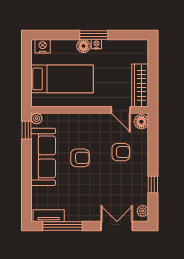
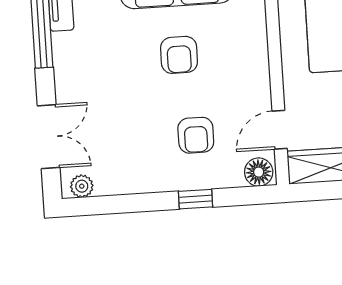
window: (153, 185) -> (196, 199), moved

